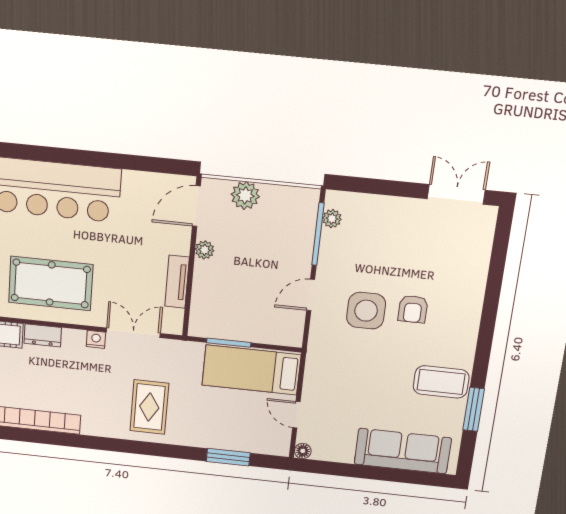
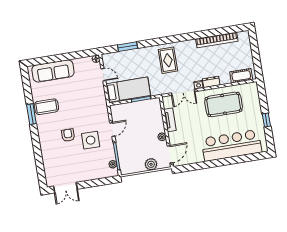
side table: (366, 311) -> (91, 140), moved
dresser: (43, 335) -> (211, 82), moved
window: (474, 409) -> (31, 114), moved

